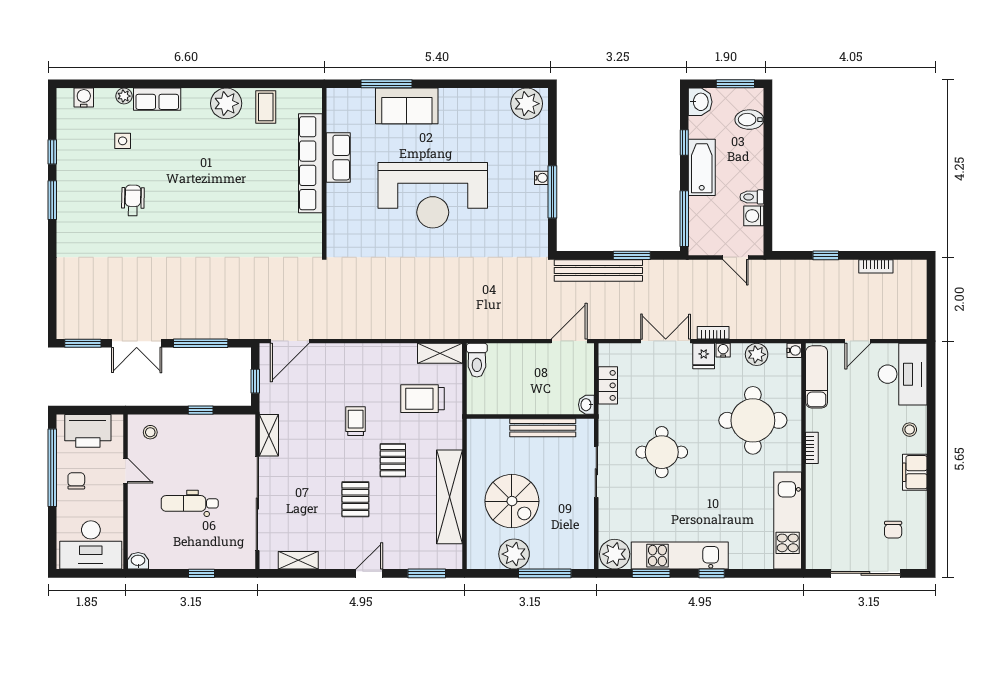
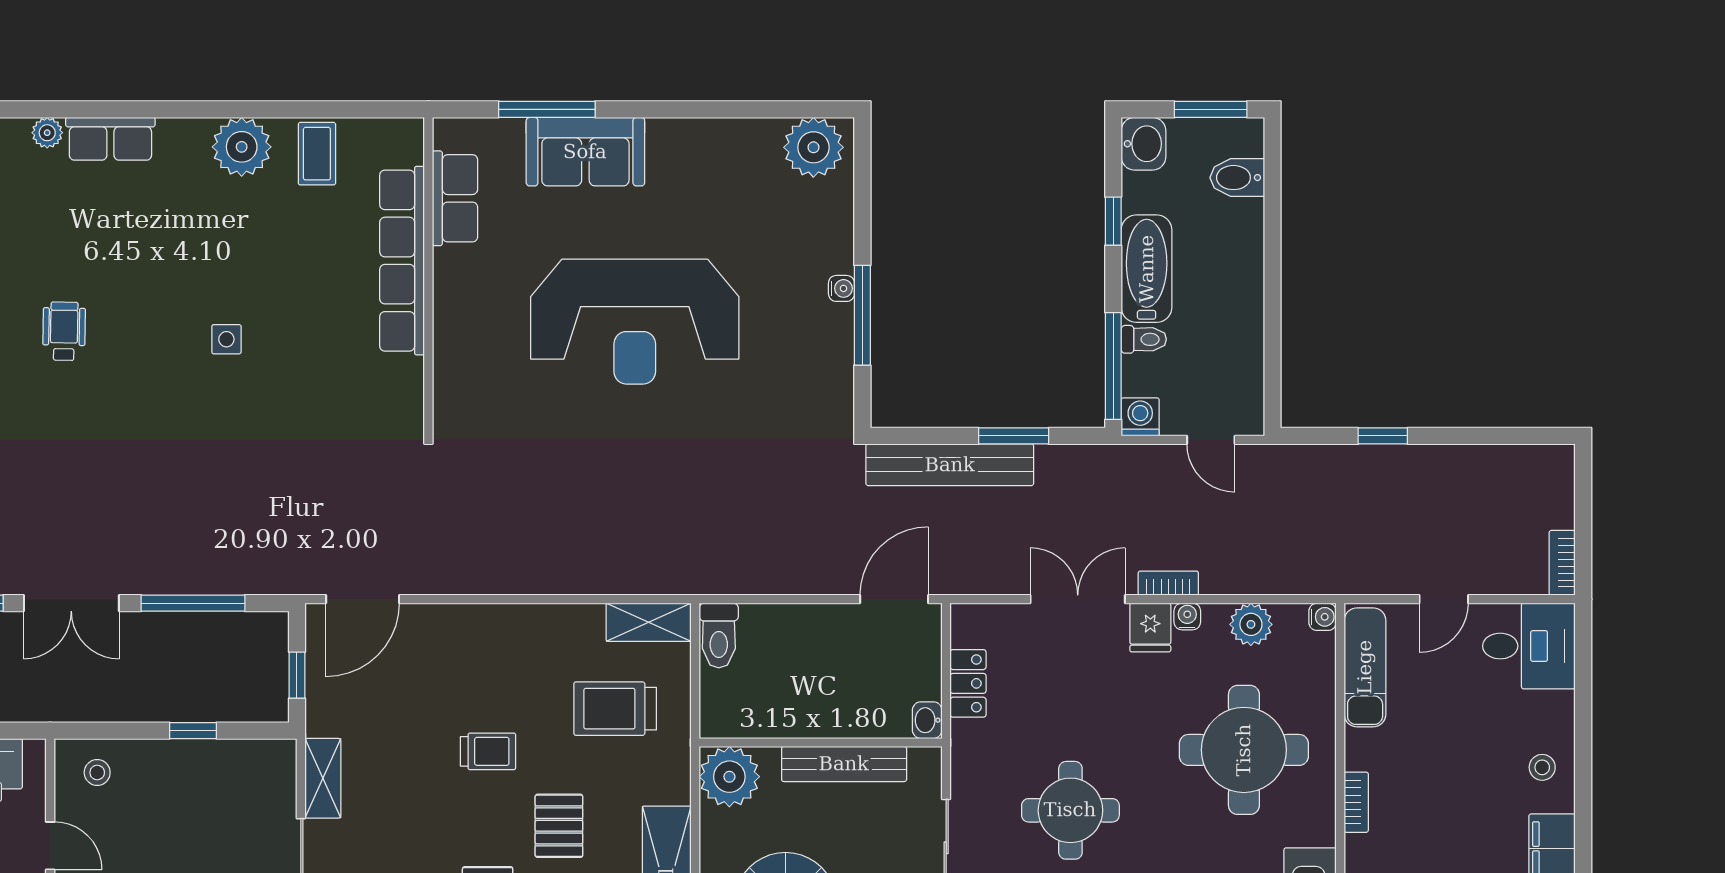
side table: (123, 141) -> (226, 339), moved
row of seats: (338, 158) -> (455, 198), moved
toilet: (752, 197) -> (1144, 339), moved, turned 180
washing machine: (754, 216) -> (1140, 417), moved, turned 90
bookcase: (876, 266) -> (1562, 563), moved, turned 90
desk: (903, 374) -> (1529, 646), width x0.73
trolley: (356, 421) -> (488, 751), turned 90
plant: (482, 434) -> (729, 777), added

